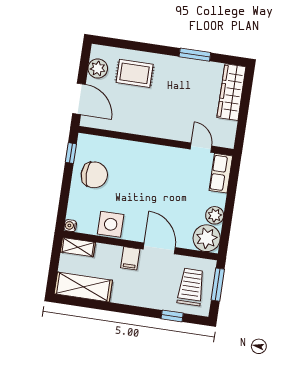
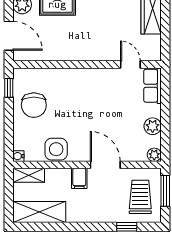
chair: (94, 175) -> (34, 105), turned 90
plant: (207, 238) -> (154, 155), width x0.53, depth x0.53

